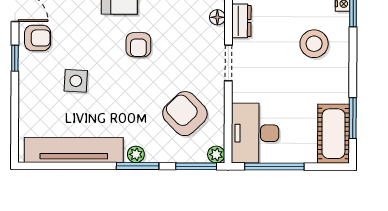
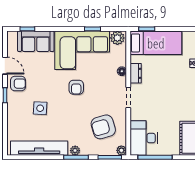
stool: (314, 44) -> (178, 86), removed
armchair: (185, 114) -> (103, 127), turned -62

